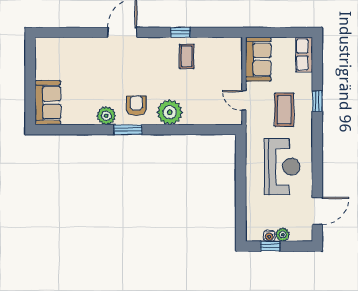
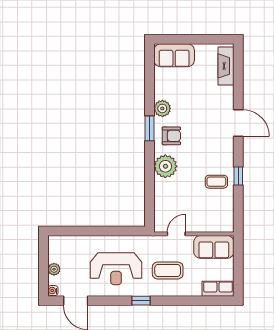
fireplace: (60, 46) -> (226, 66), added
window: (317, 101) -> (141, 301), moved
water cooler: (269, 236) -> (53, 291), moved
window: (270, 246) -> (44, 258), removed

